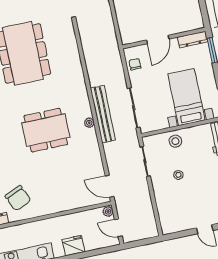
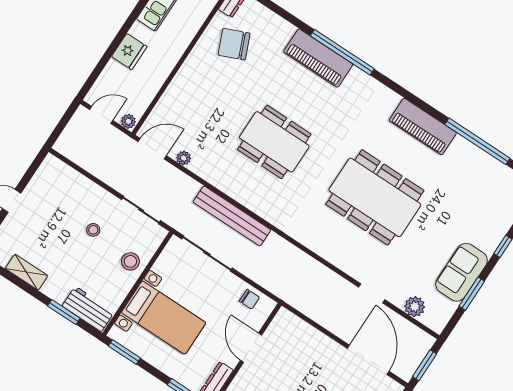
plant: (89, 123) -> (184, 158), moved
dining table: (46, 130) -> (274, 142), turned 90

